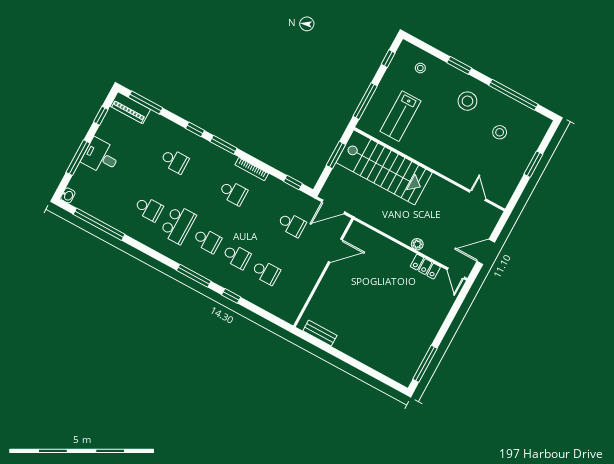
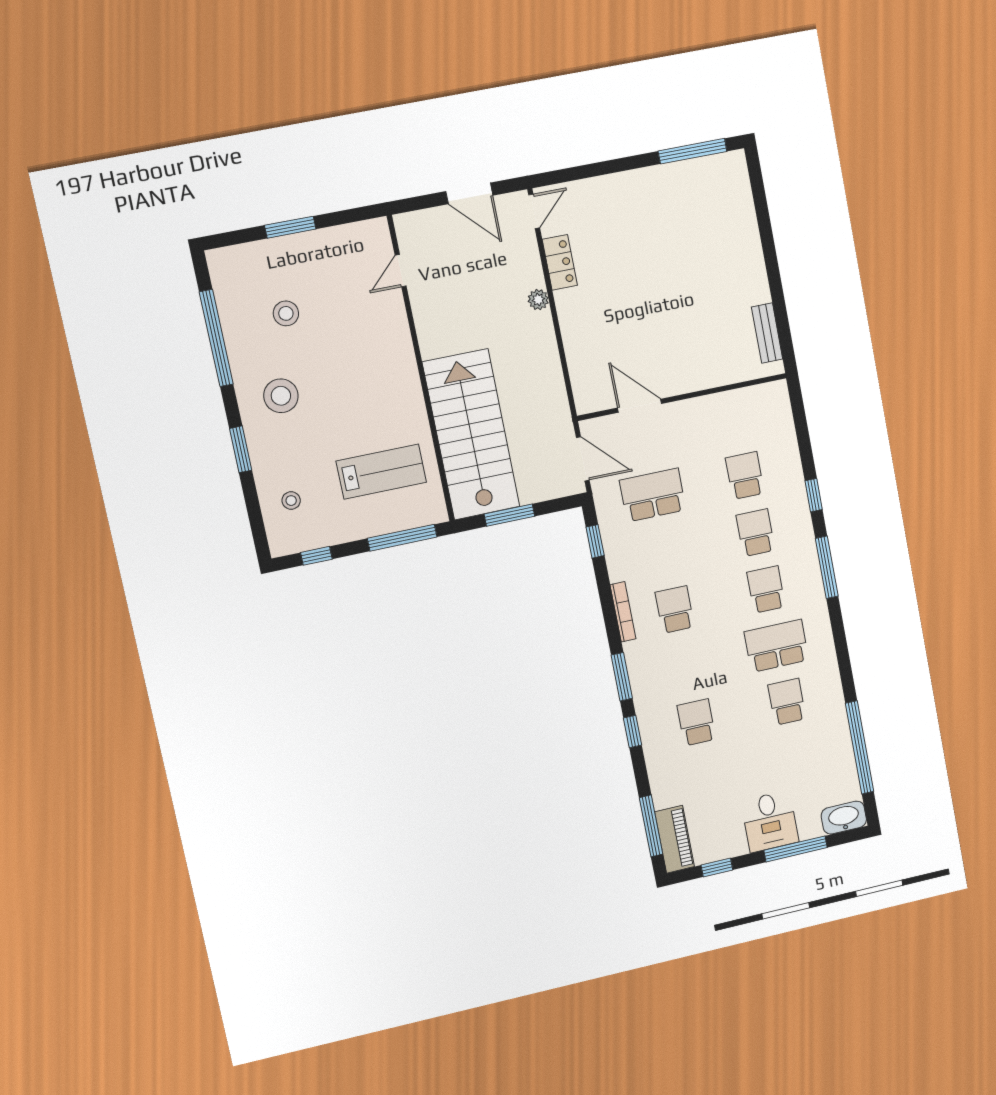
washbasin: (68, 195) -> (844, 818), width x1.91, depth x1.45
school desk: (292, 224) -> (653, 495), width x1.85

